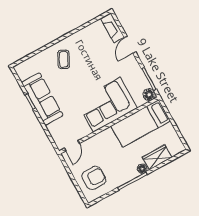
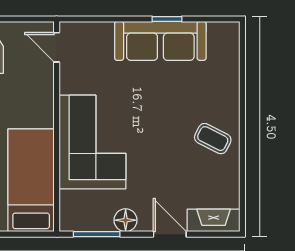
coffee table: (64, 59) -> (213, 139), moved
floor lamp: (149, 95) -> (126, 220), moved

